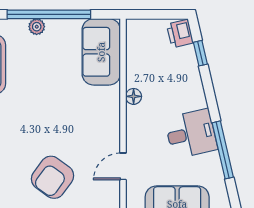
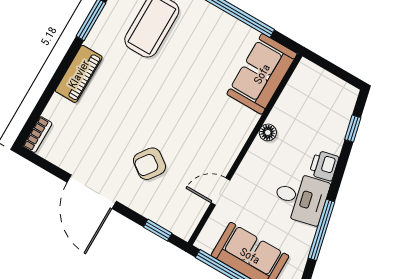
plant: (37, 27) -> (216, 16), removed
printer: (180, 34) -> (324, 166), moved
armchair: (53, 177) -> (149, 164), width x0.72, depth x0.72

